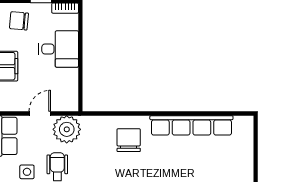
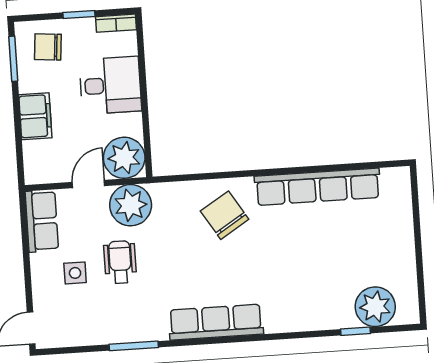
plant: (65, 98) -> (124, 158), added
chair: (129, 140) -> (225, 215), turned -32

